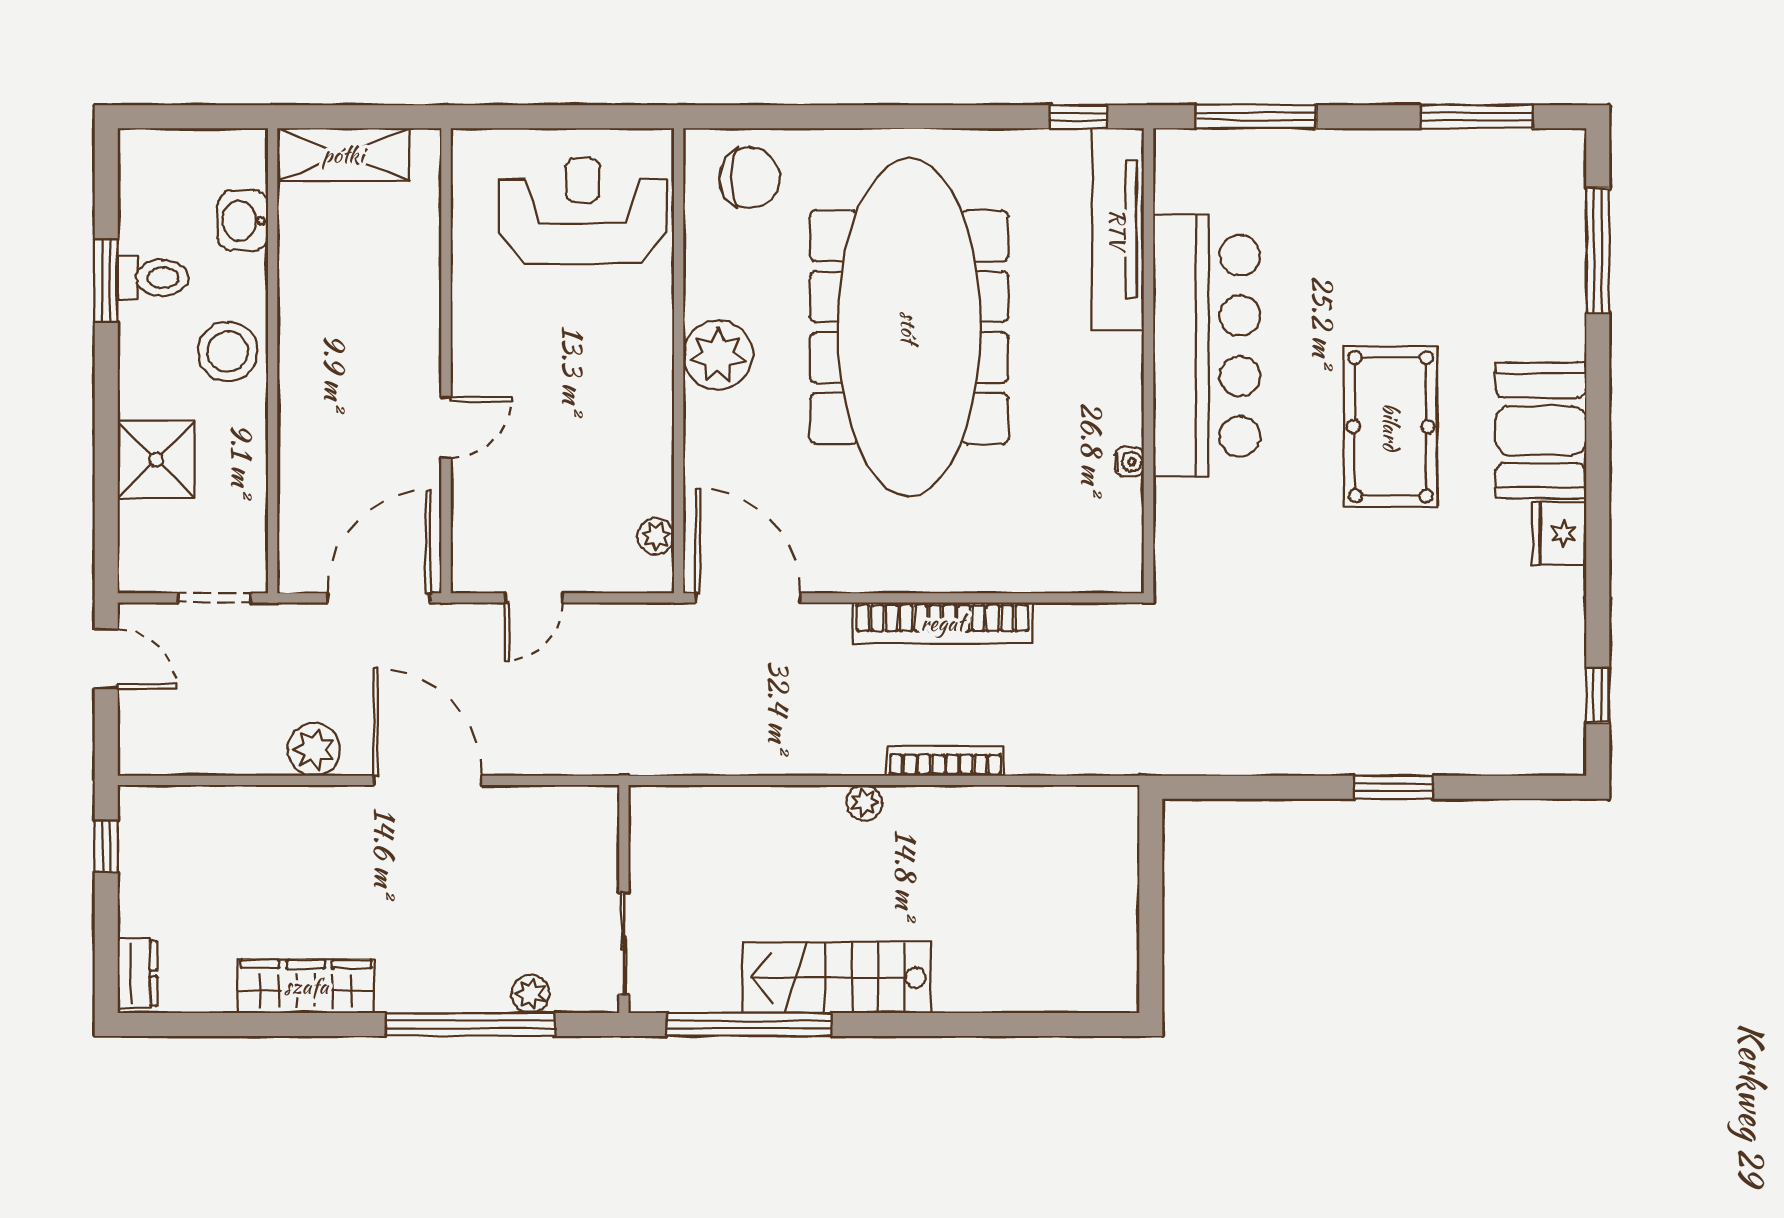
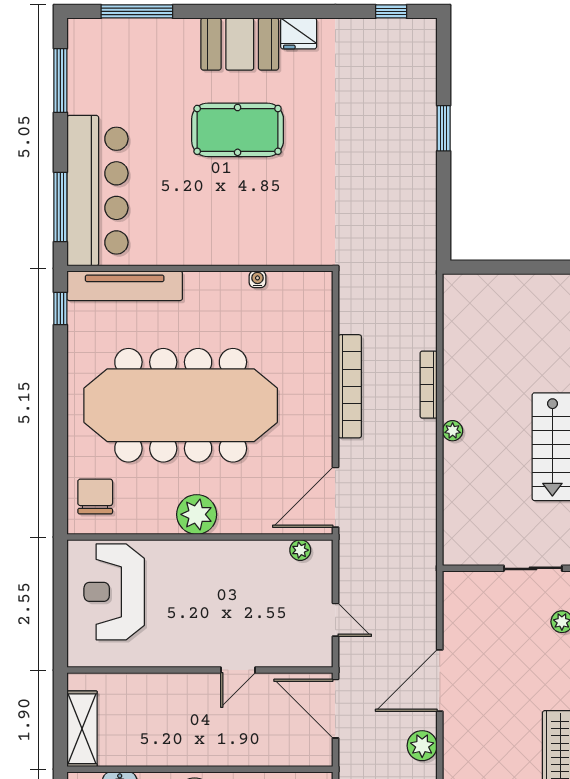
bar counter: (1207, 346) -> (97, 191), moved, turned 90
door: (446, 427) -> (238, 670), swing flipped

